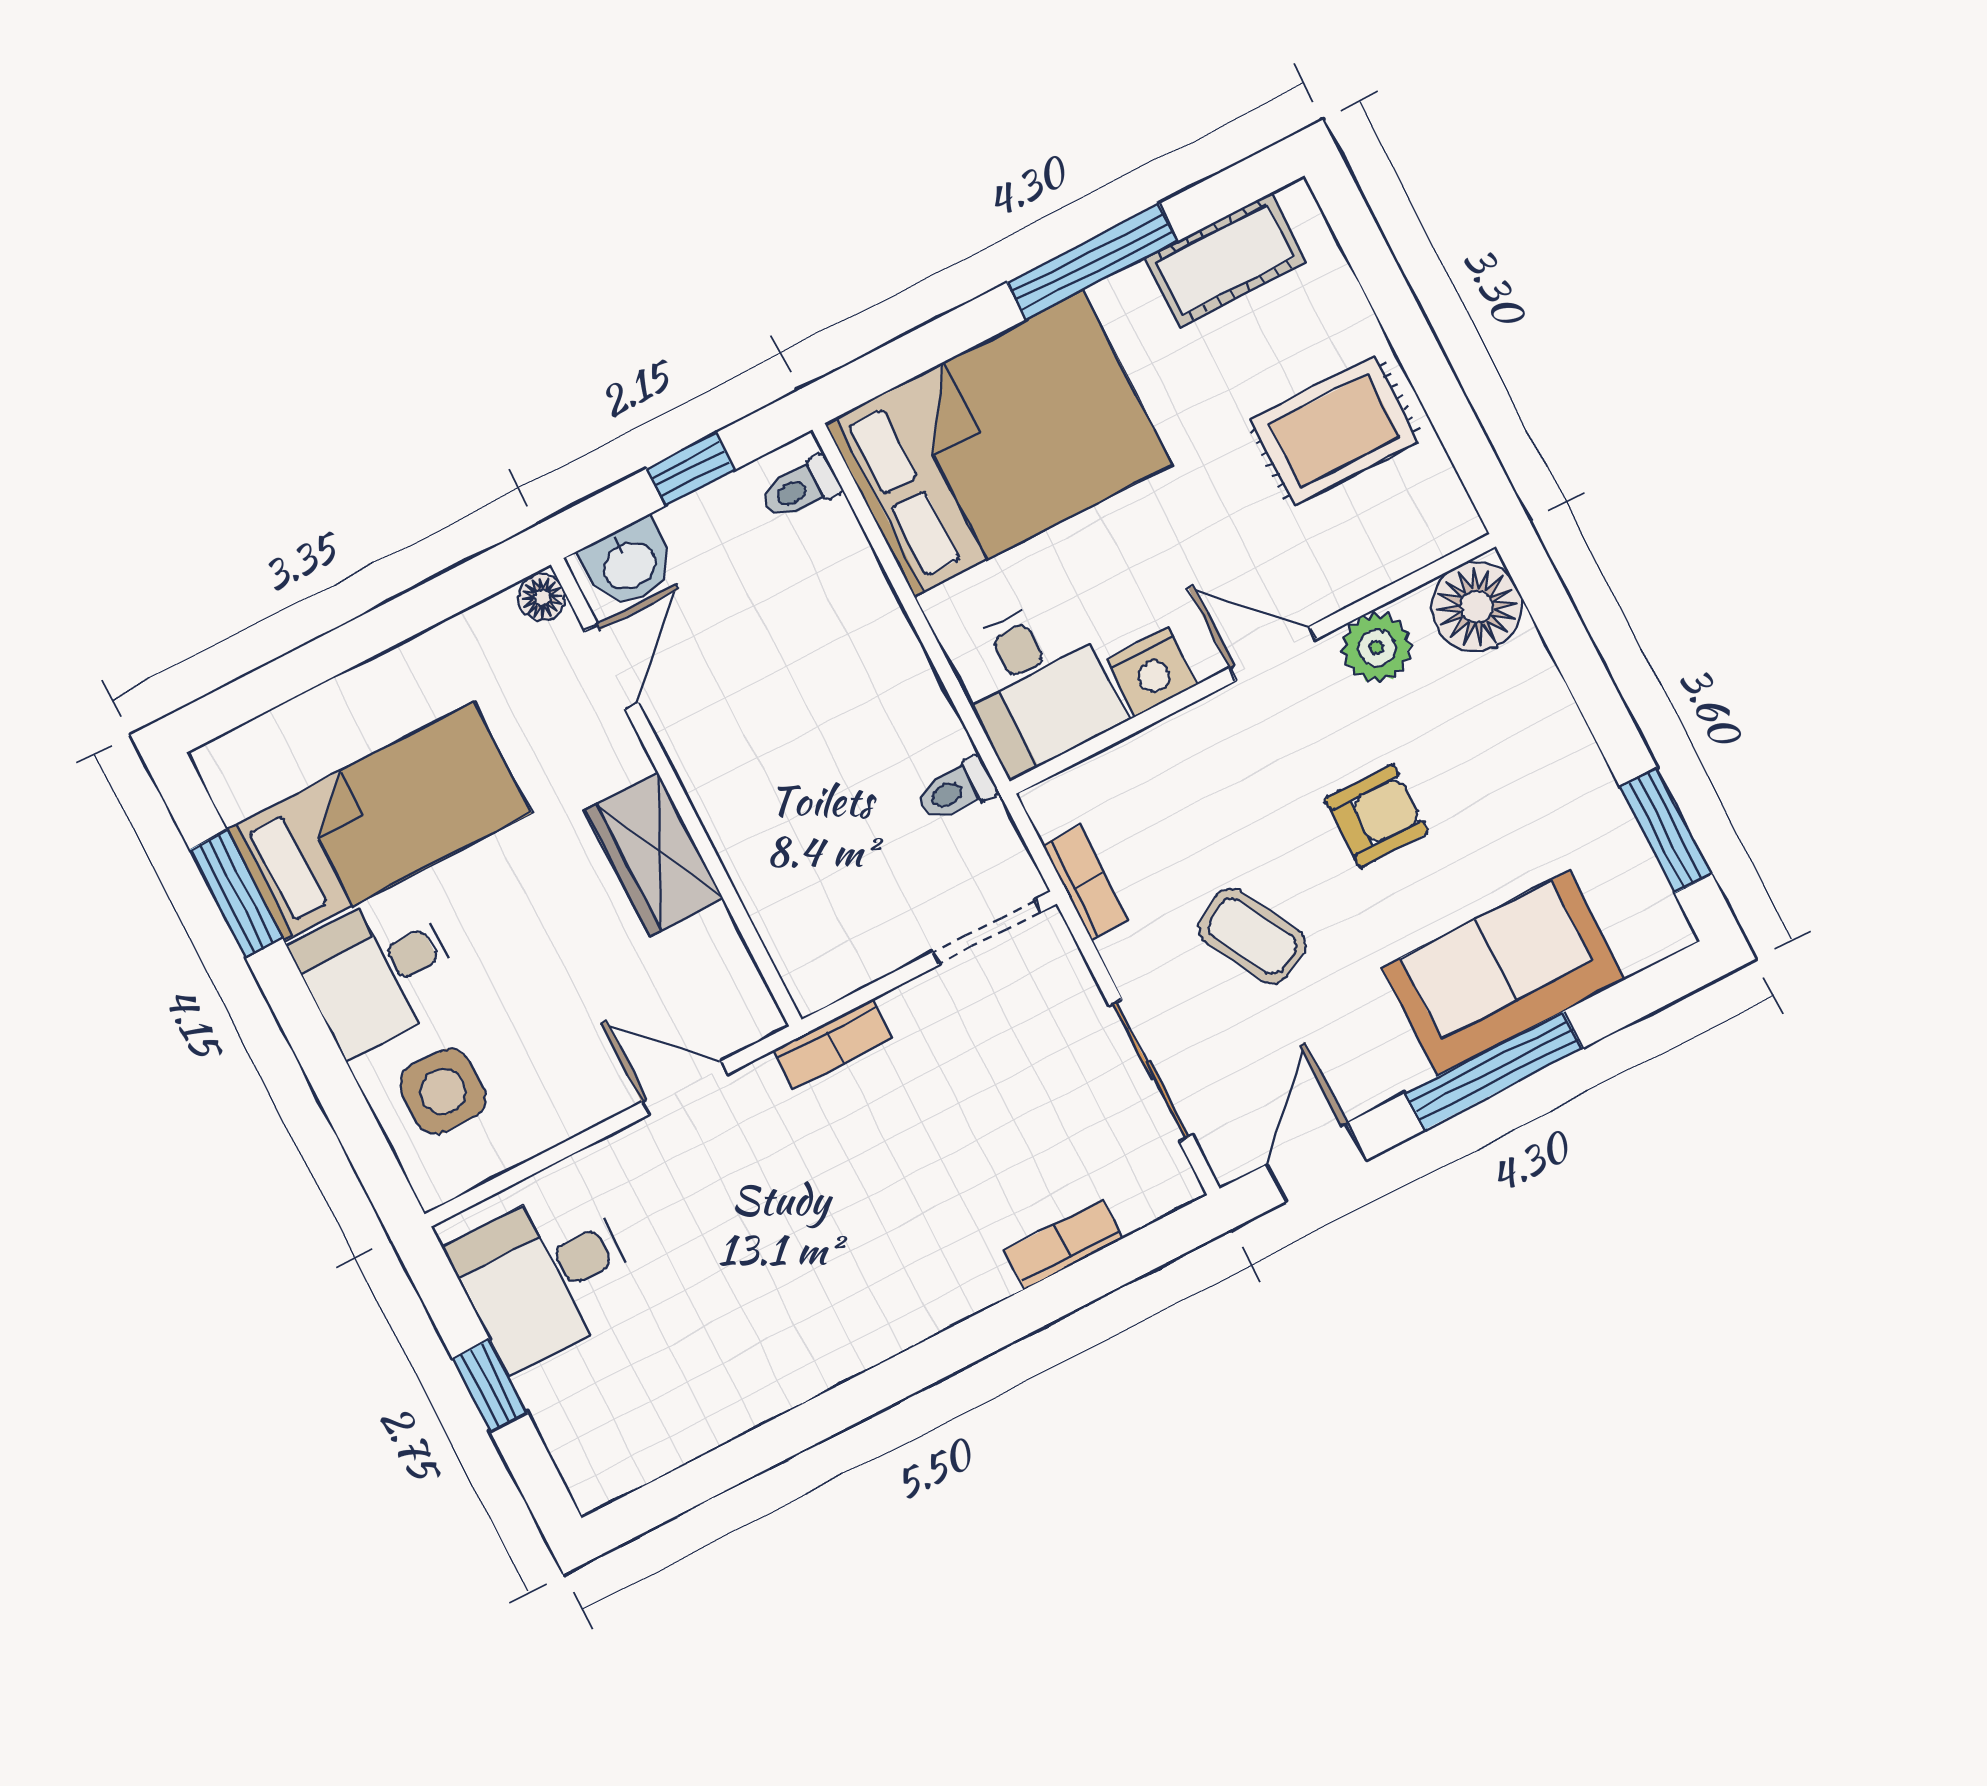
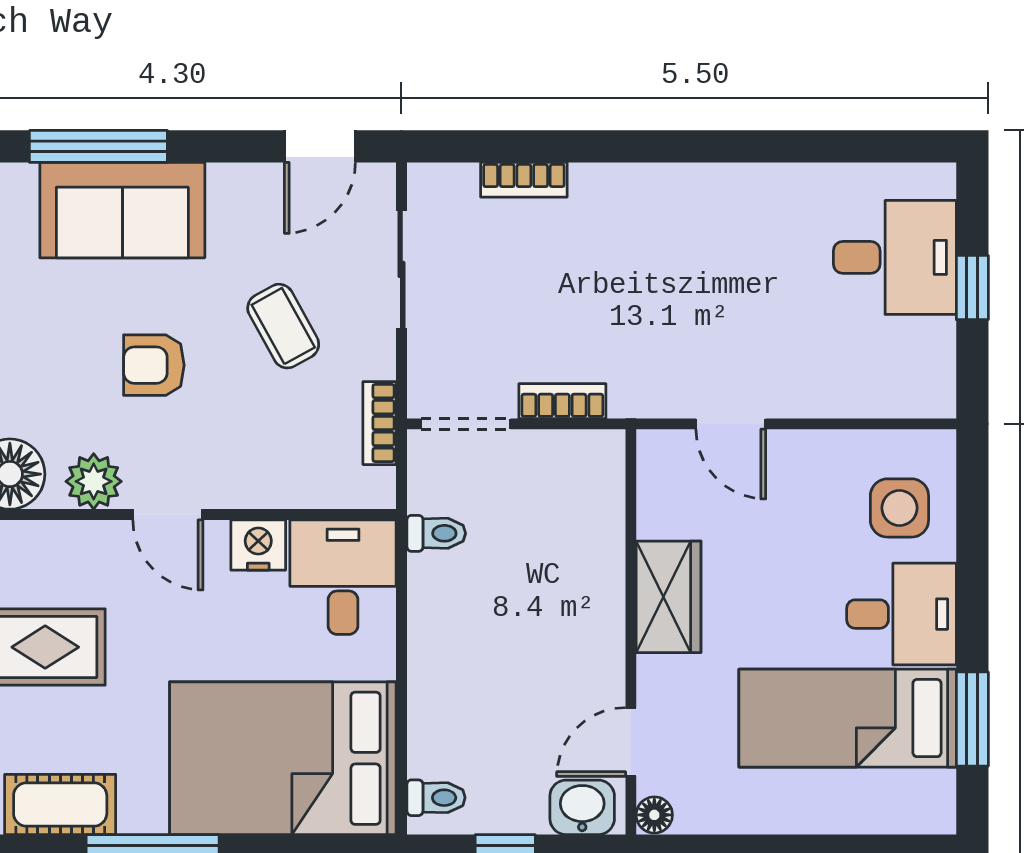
bookcase: (833, 1044) -> (562, 401), moved
window: (1494, 1071) -> (98, 146), moved
desk: (545, 1276) -> (895, 257), moved

